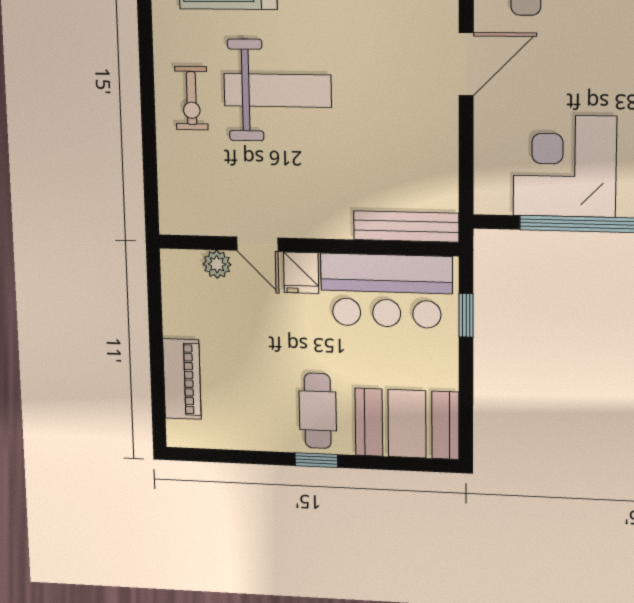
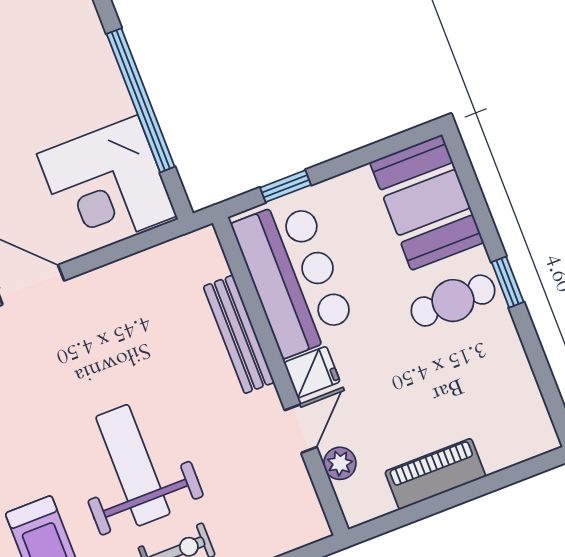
corner desk: (565, 166) -> (107, 185), moved
bench: (406, 226) -> (239, 334), moved
piano: (182, 379) -> (435, 474), moved

